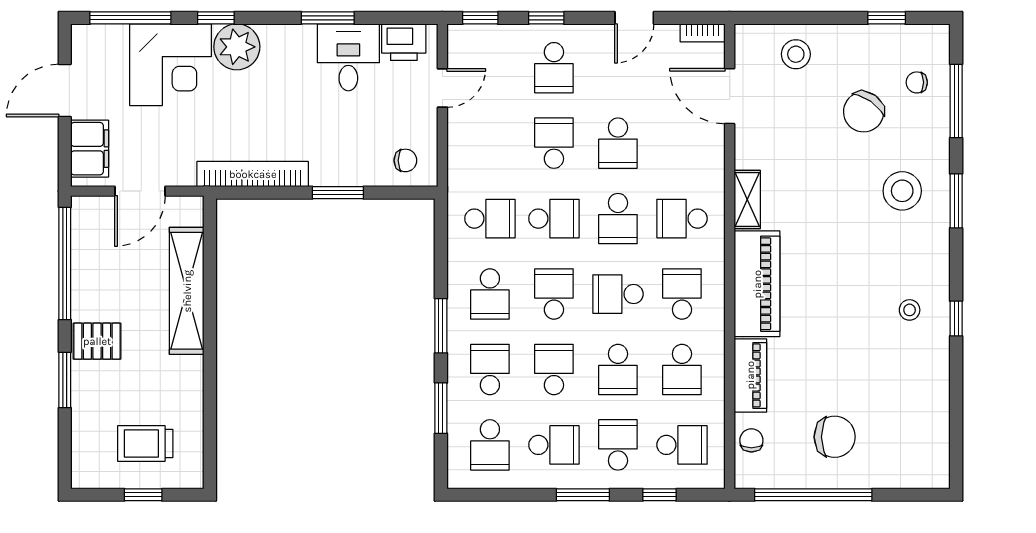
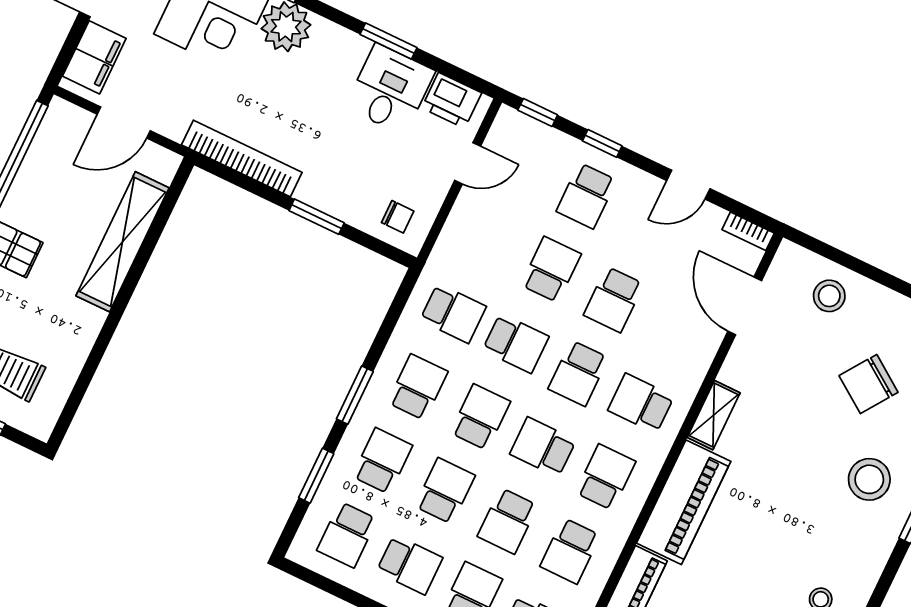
school desk: (490, 294) -> (418, 387), turned 180

